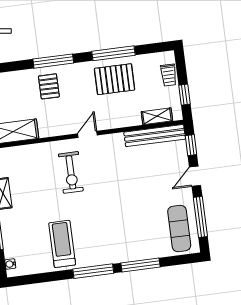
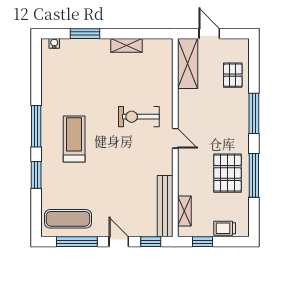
pallet: (49, 86) -> (233, 75), moved, turned 90
treadmill: (62, 244) -> (74, 139), moved, turned -90
window: (141, 265) -> (36, 175), width x0.69

